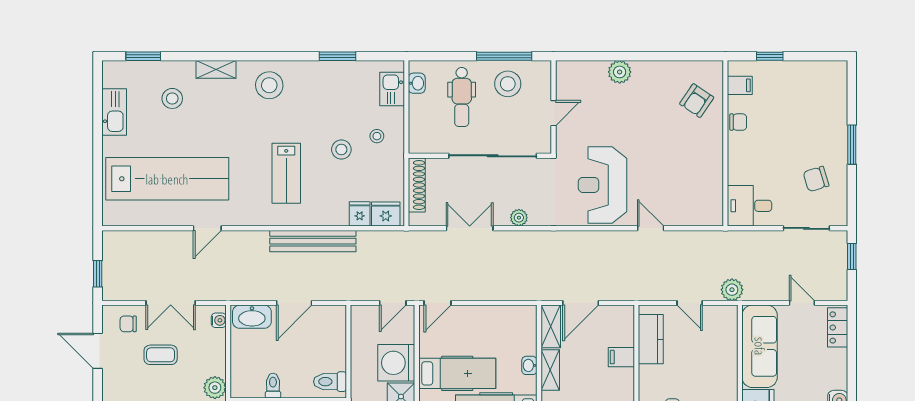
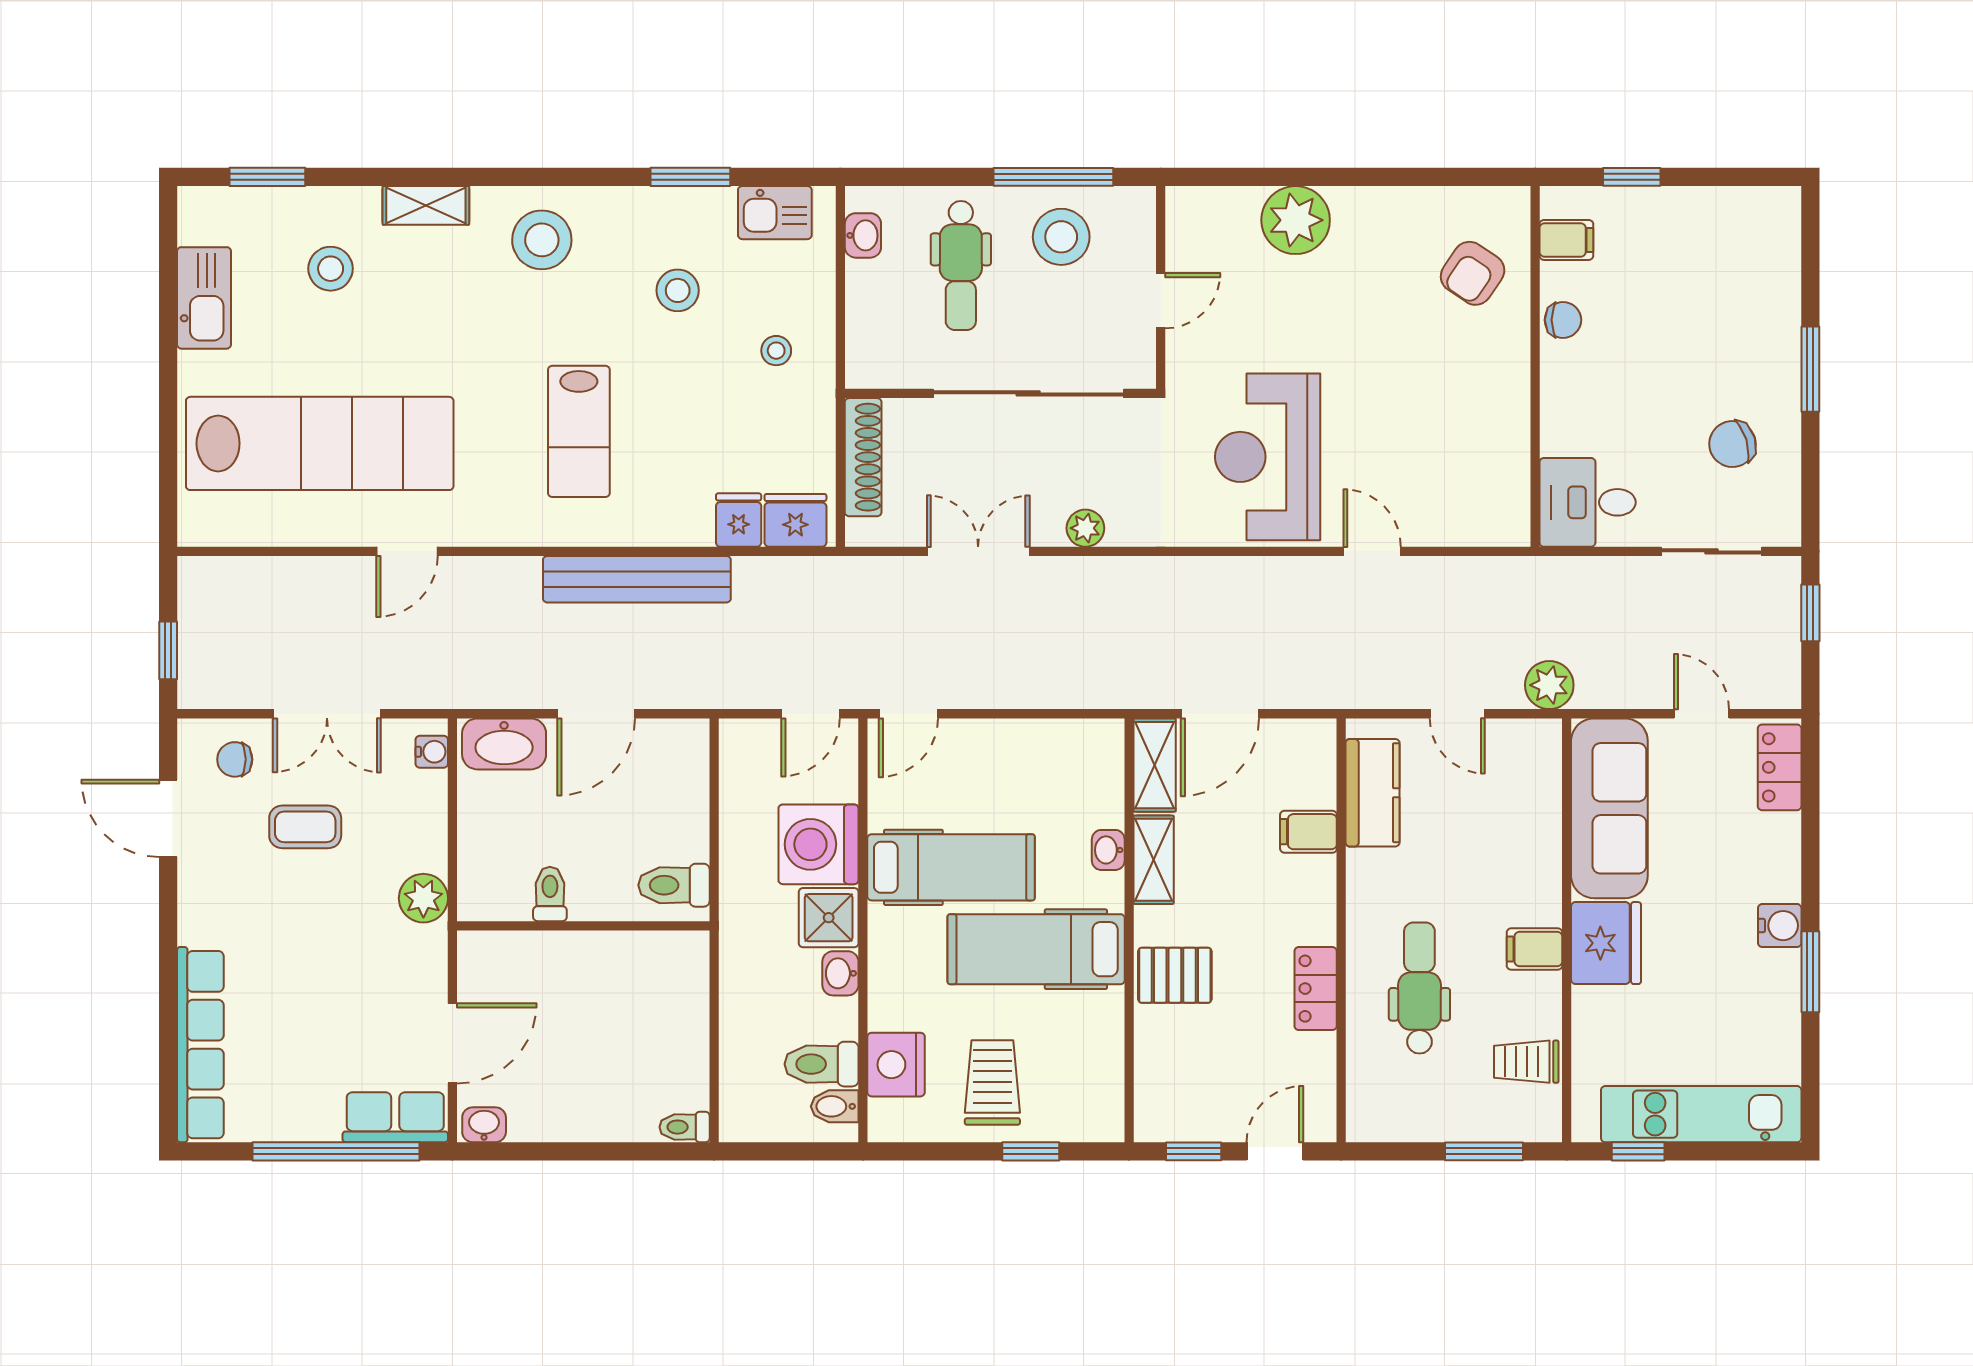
plant: (620, 72) -> (1296, 220), width x1.36, depth x1.36
kitchen sink: (392, 89) -> (775, 213), moved, turned -90
stool: (341, 149) -> (678, 290), moved

